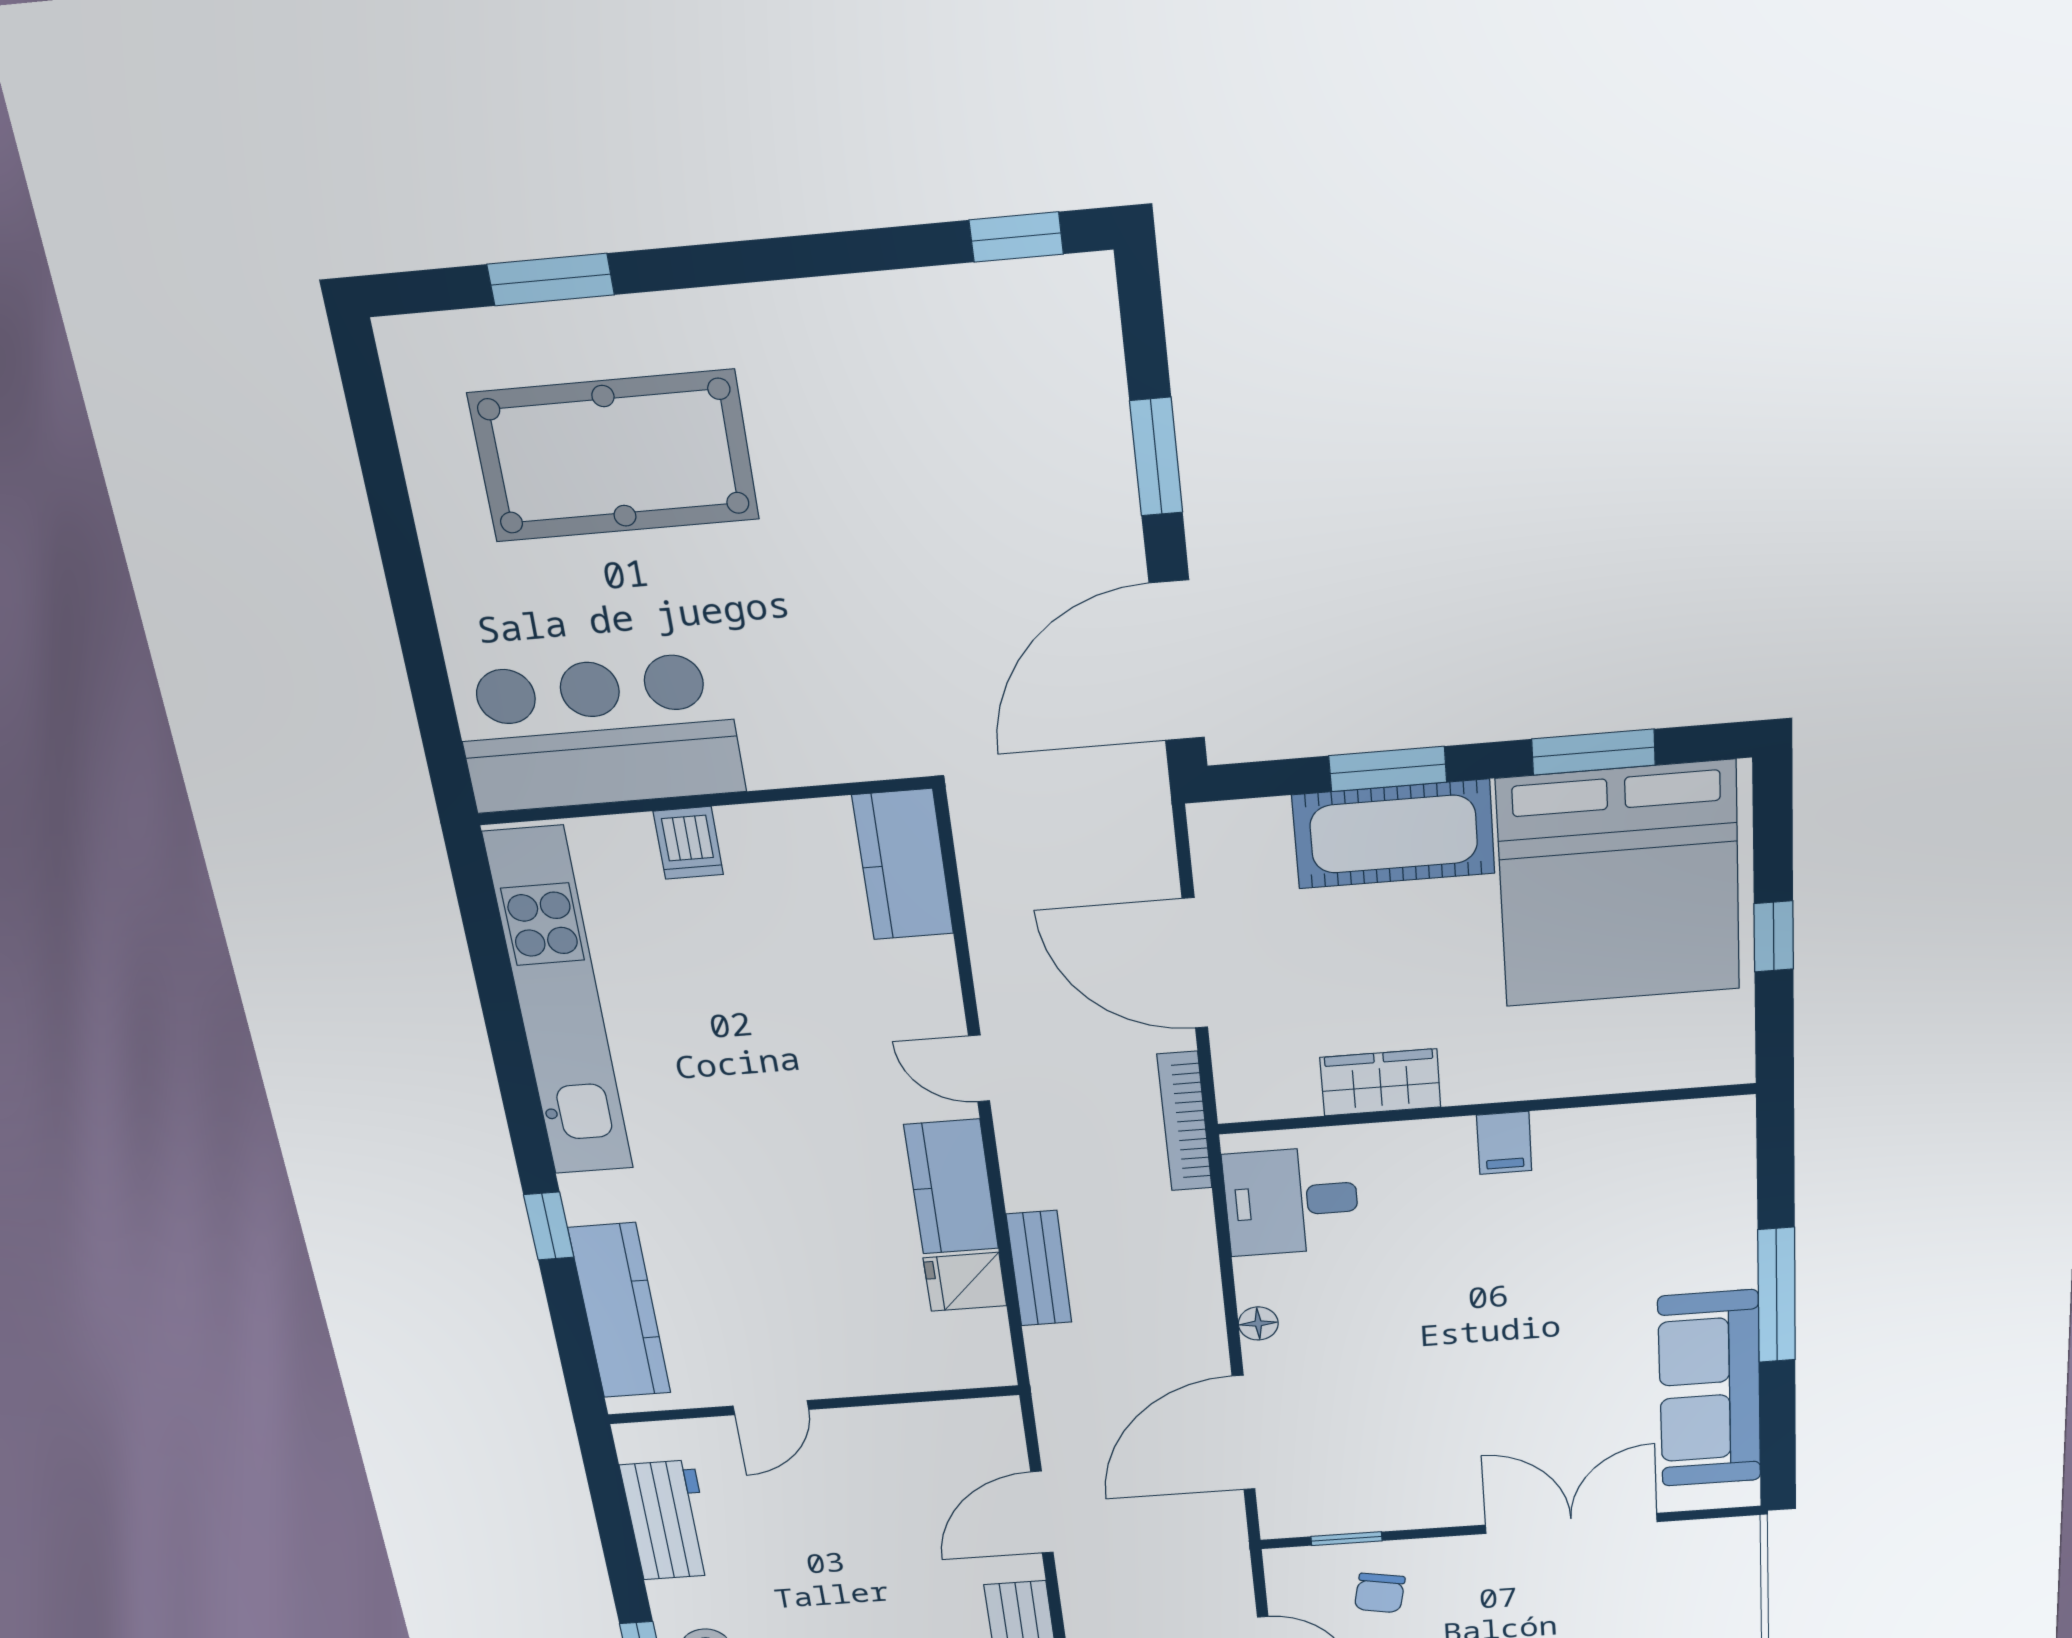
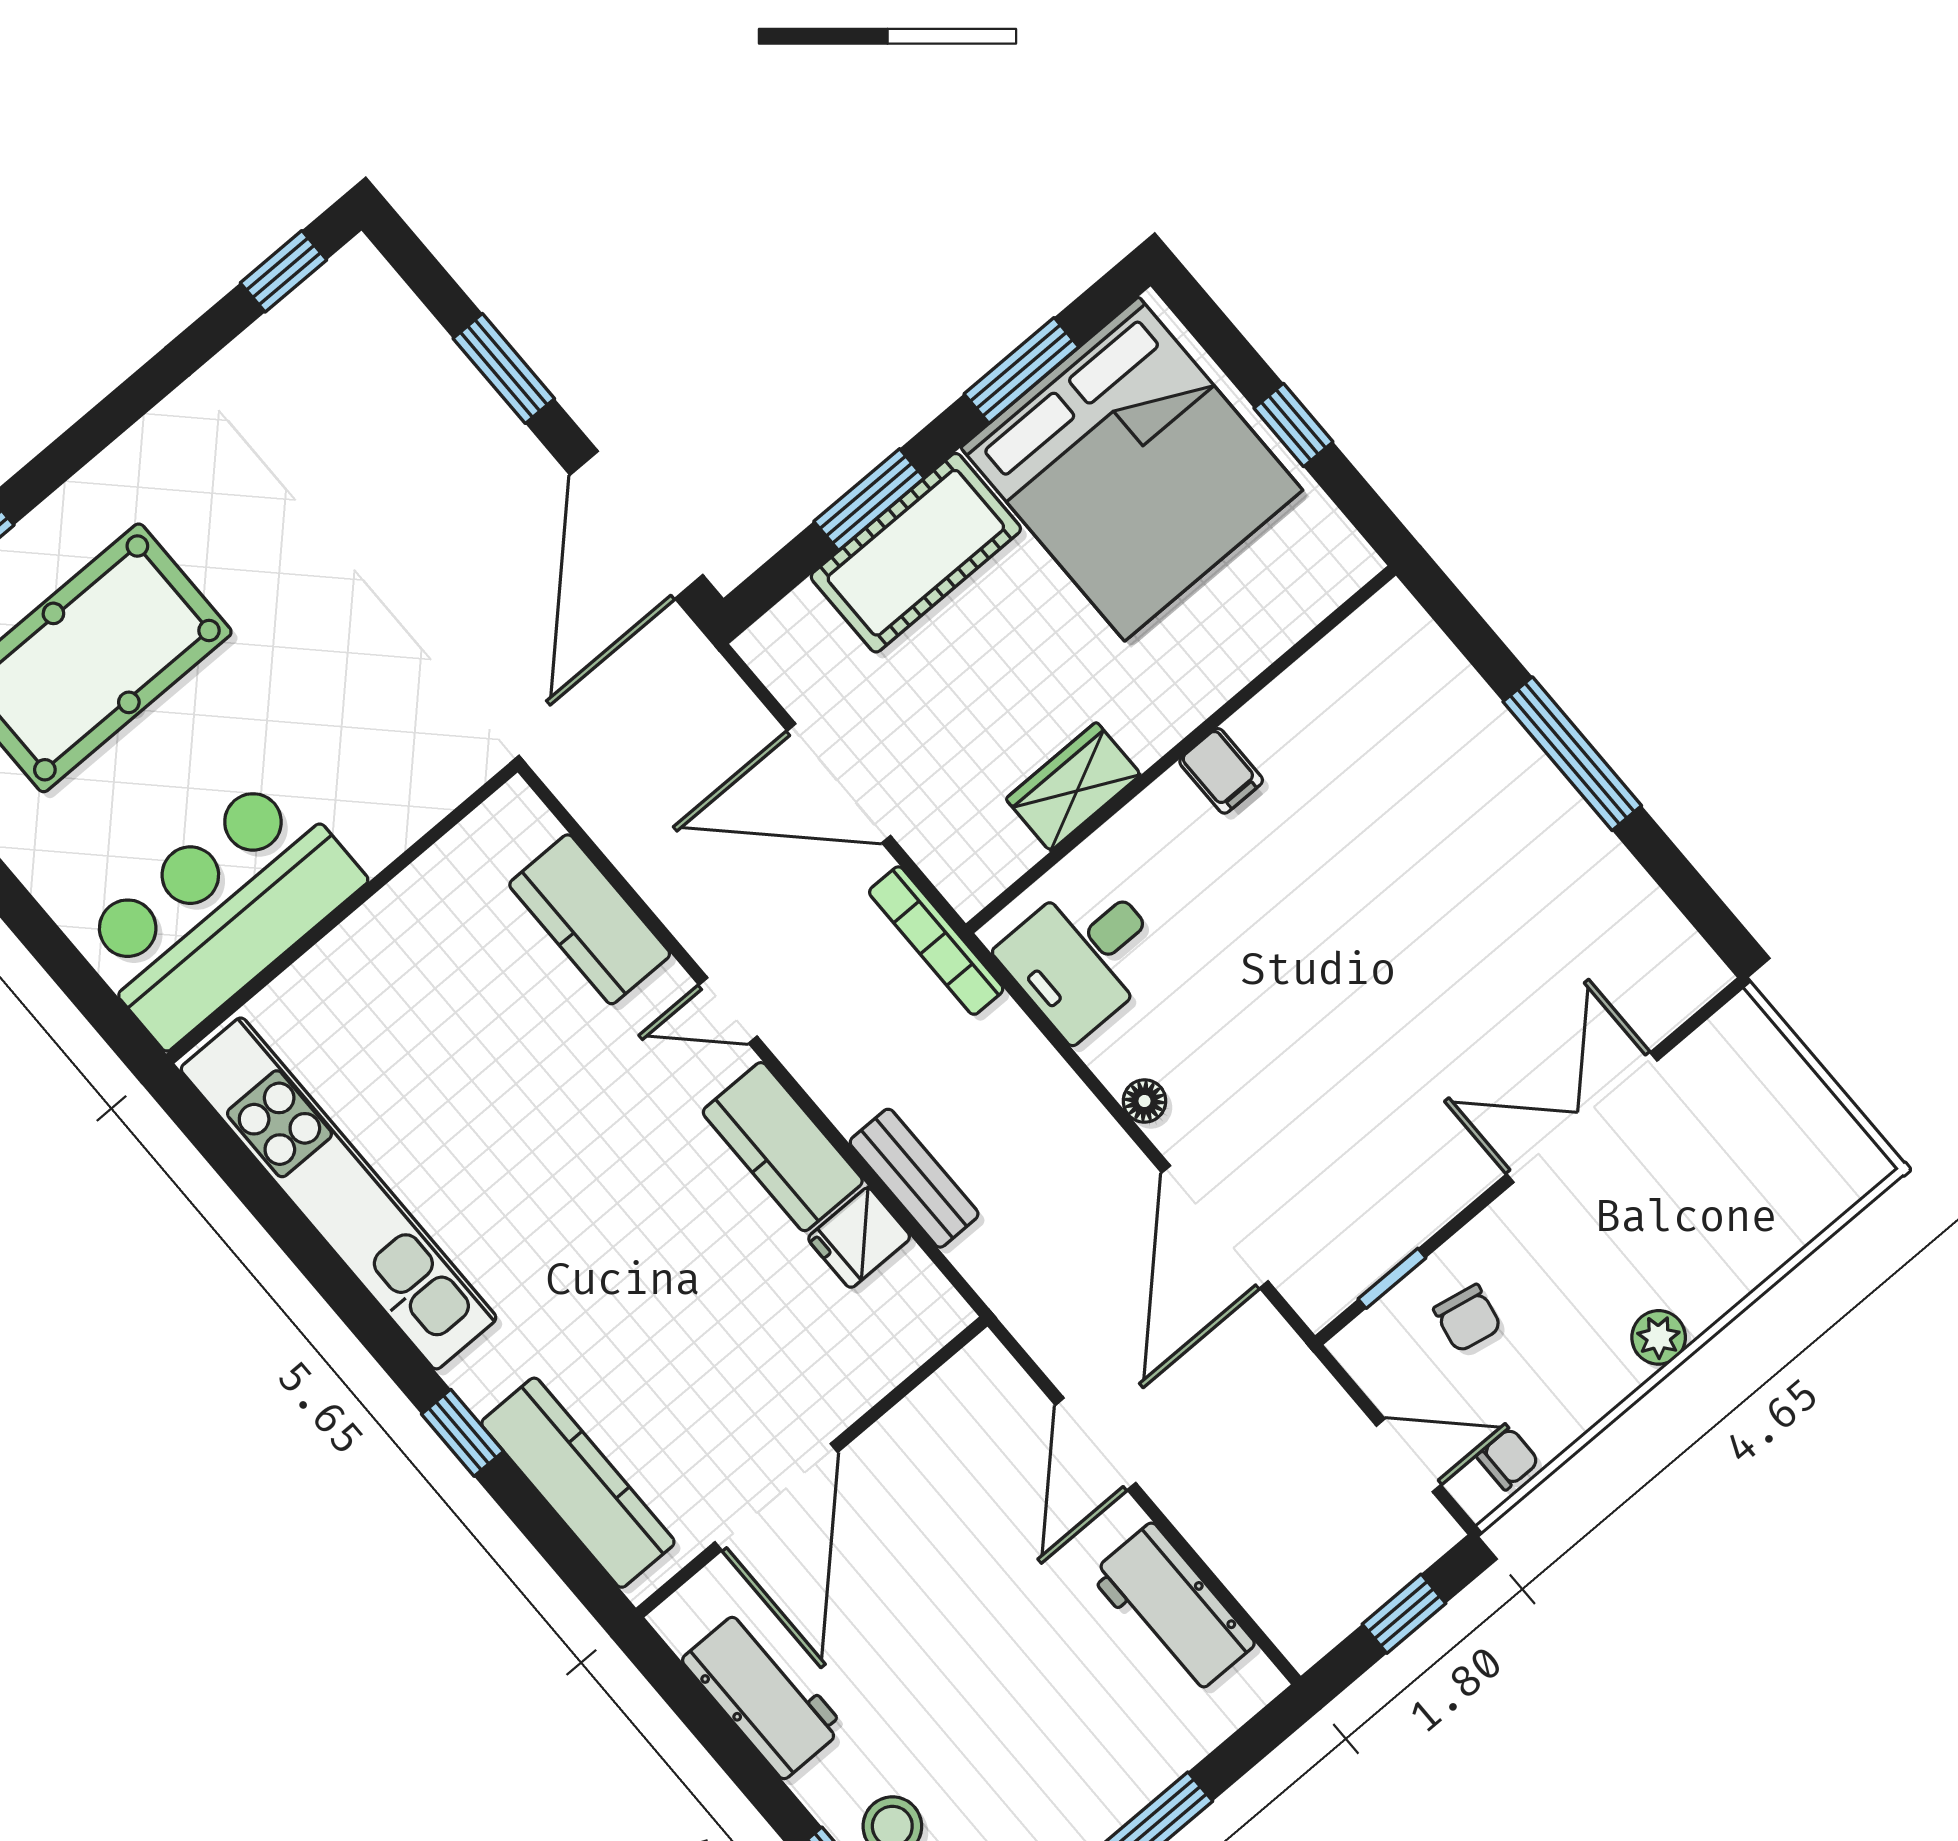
dishwasher: (688, 843) -> (352, 962), removed
kitchen counter: (903, 865) -> (590, 919), moved
sofa: (1710, 1389) -> (1592, 889), removed
door: (771, 1408) -> (776, 1497), width x1.88

